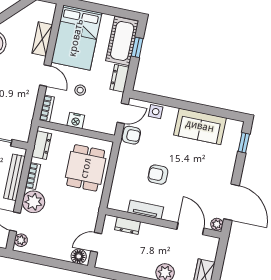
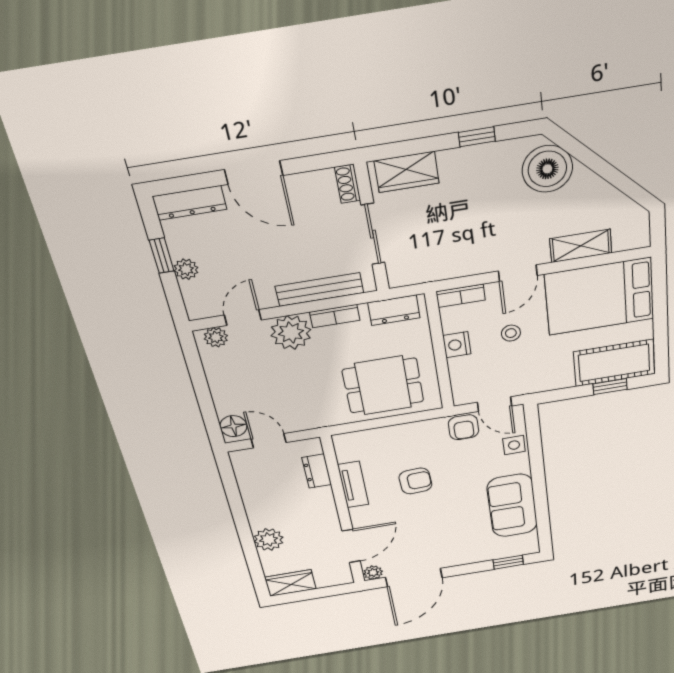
dresser: (119, 78) -> (551, 380), removed
armchair: (158, 175) -> (415, 481), turned 87

